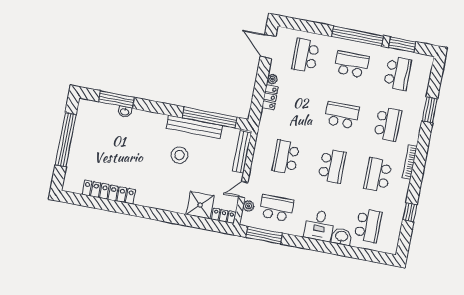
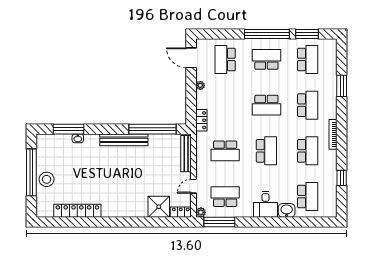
locker: (270, 97) -> (201, 120), moved
school desk: (342, 115) -> (266, 105), turned 180
bench: (194, 127) -> (124, 140), moved
stool: (179, 155) -> (47, 179), moved
school desk: (286, 157) -> (225, 151), turned -90
school desk: (378, 175) -> (308, 151), turned 180
plant: (249, 206) -> (201, 212), moved

